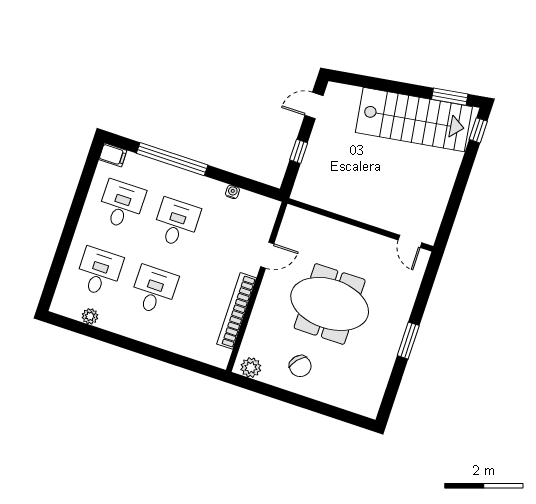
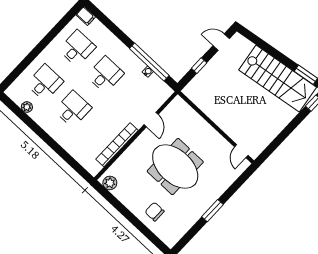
window: (172, 159) -> (149, 62), moved
door: (267, 255) -> (151, 120), hinge flipped
chair: (300, 366) -> (155, 212), moved, turned 139

